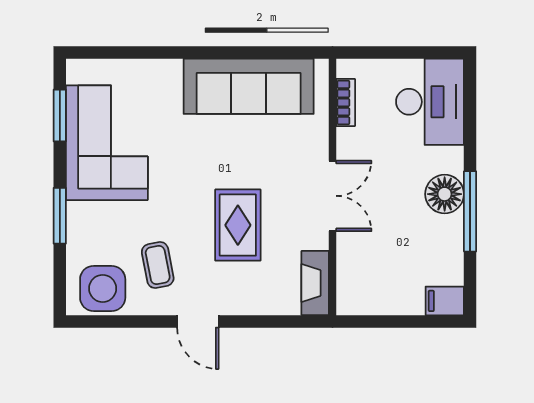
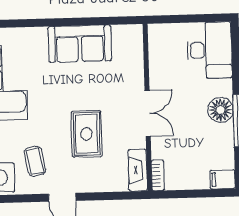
sofa: (249, 86) -> (80, 44), width x0.73
bookcase: (346, 103) -> (158, 175), moved

